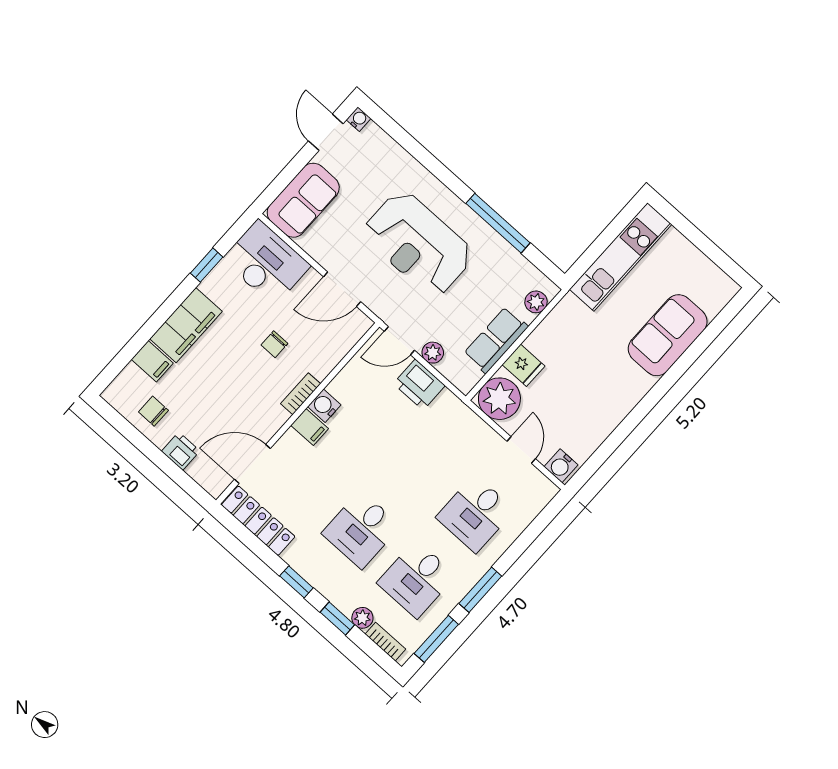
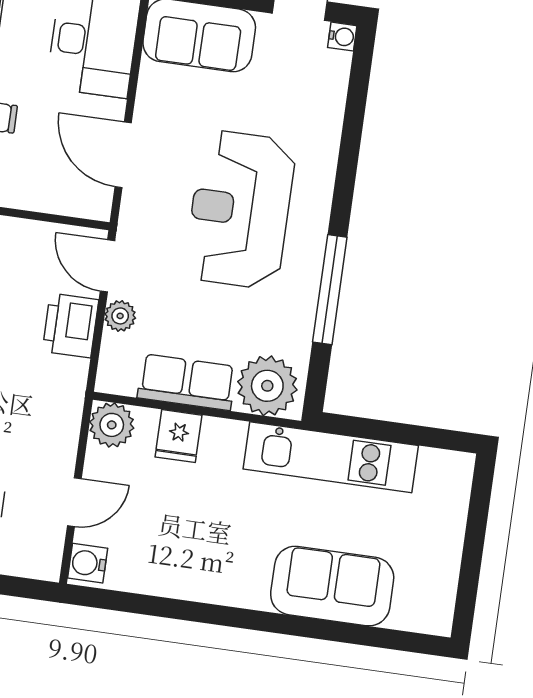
kitchen unit: (621, 257) -> (331, 457), moved
plant: (536, 302) -> (267, 386), width x1.87, depth x1.87
plant: (499, 399) -> (112, 425), width x0.73, depth x0.73

